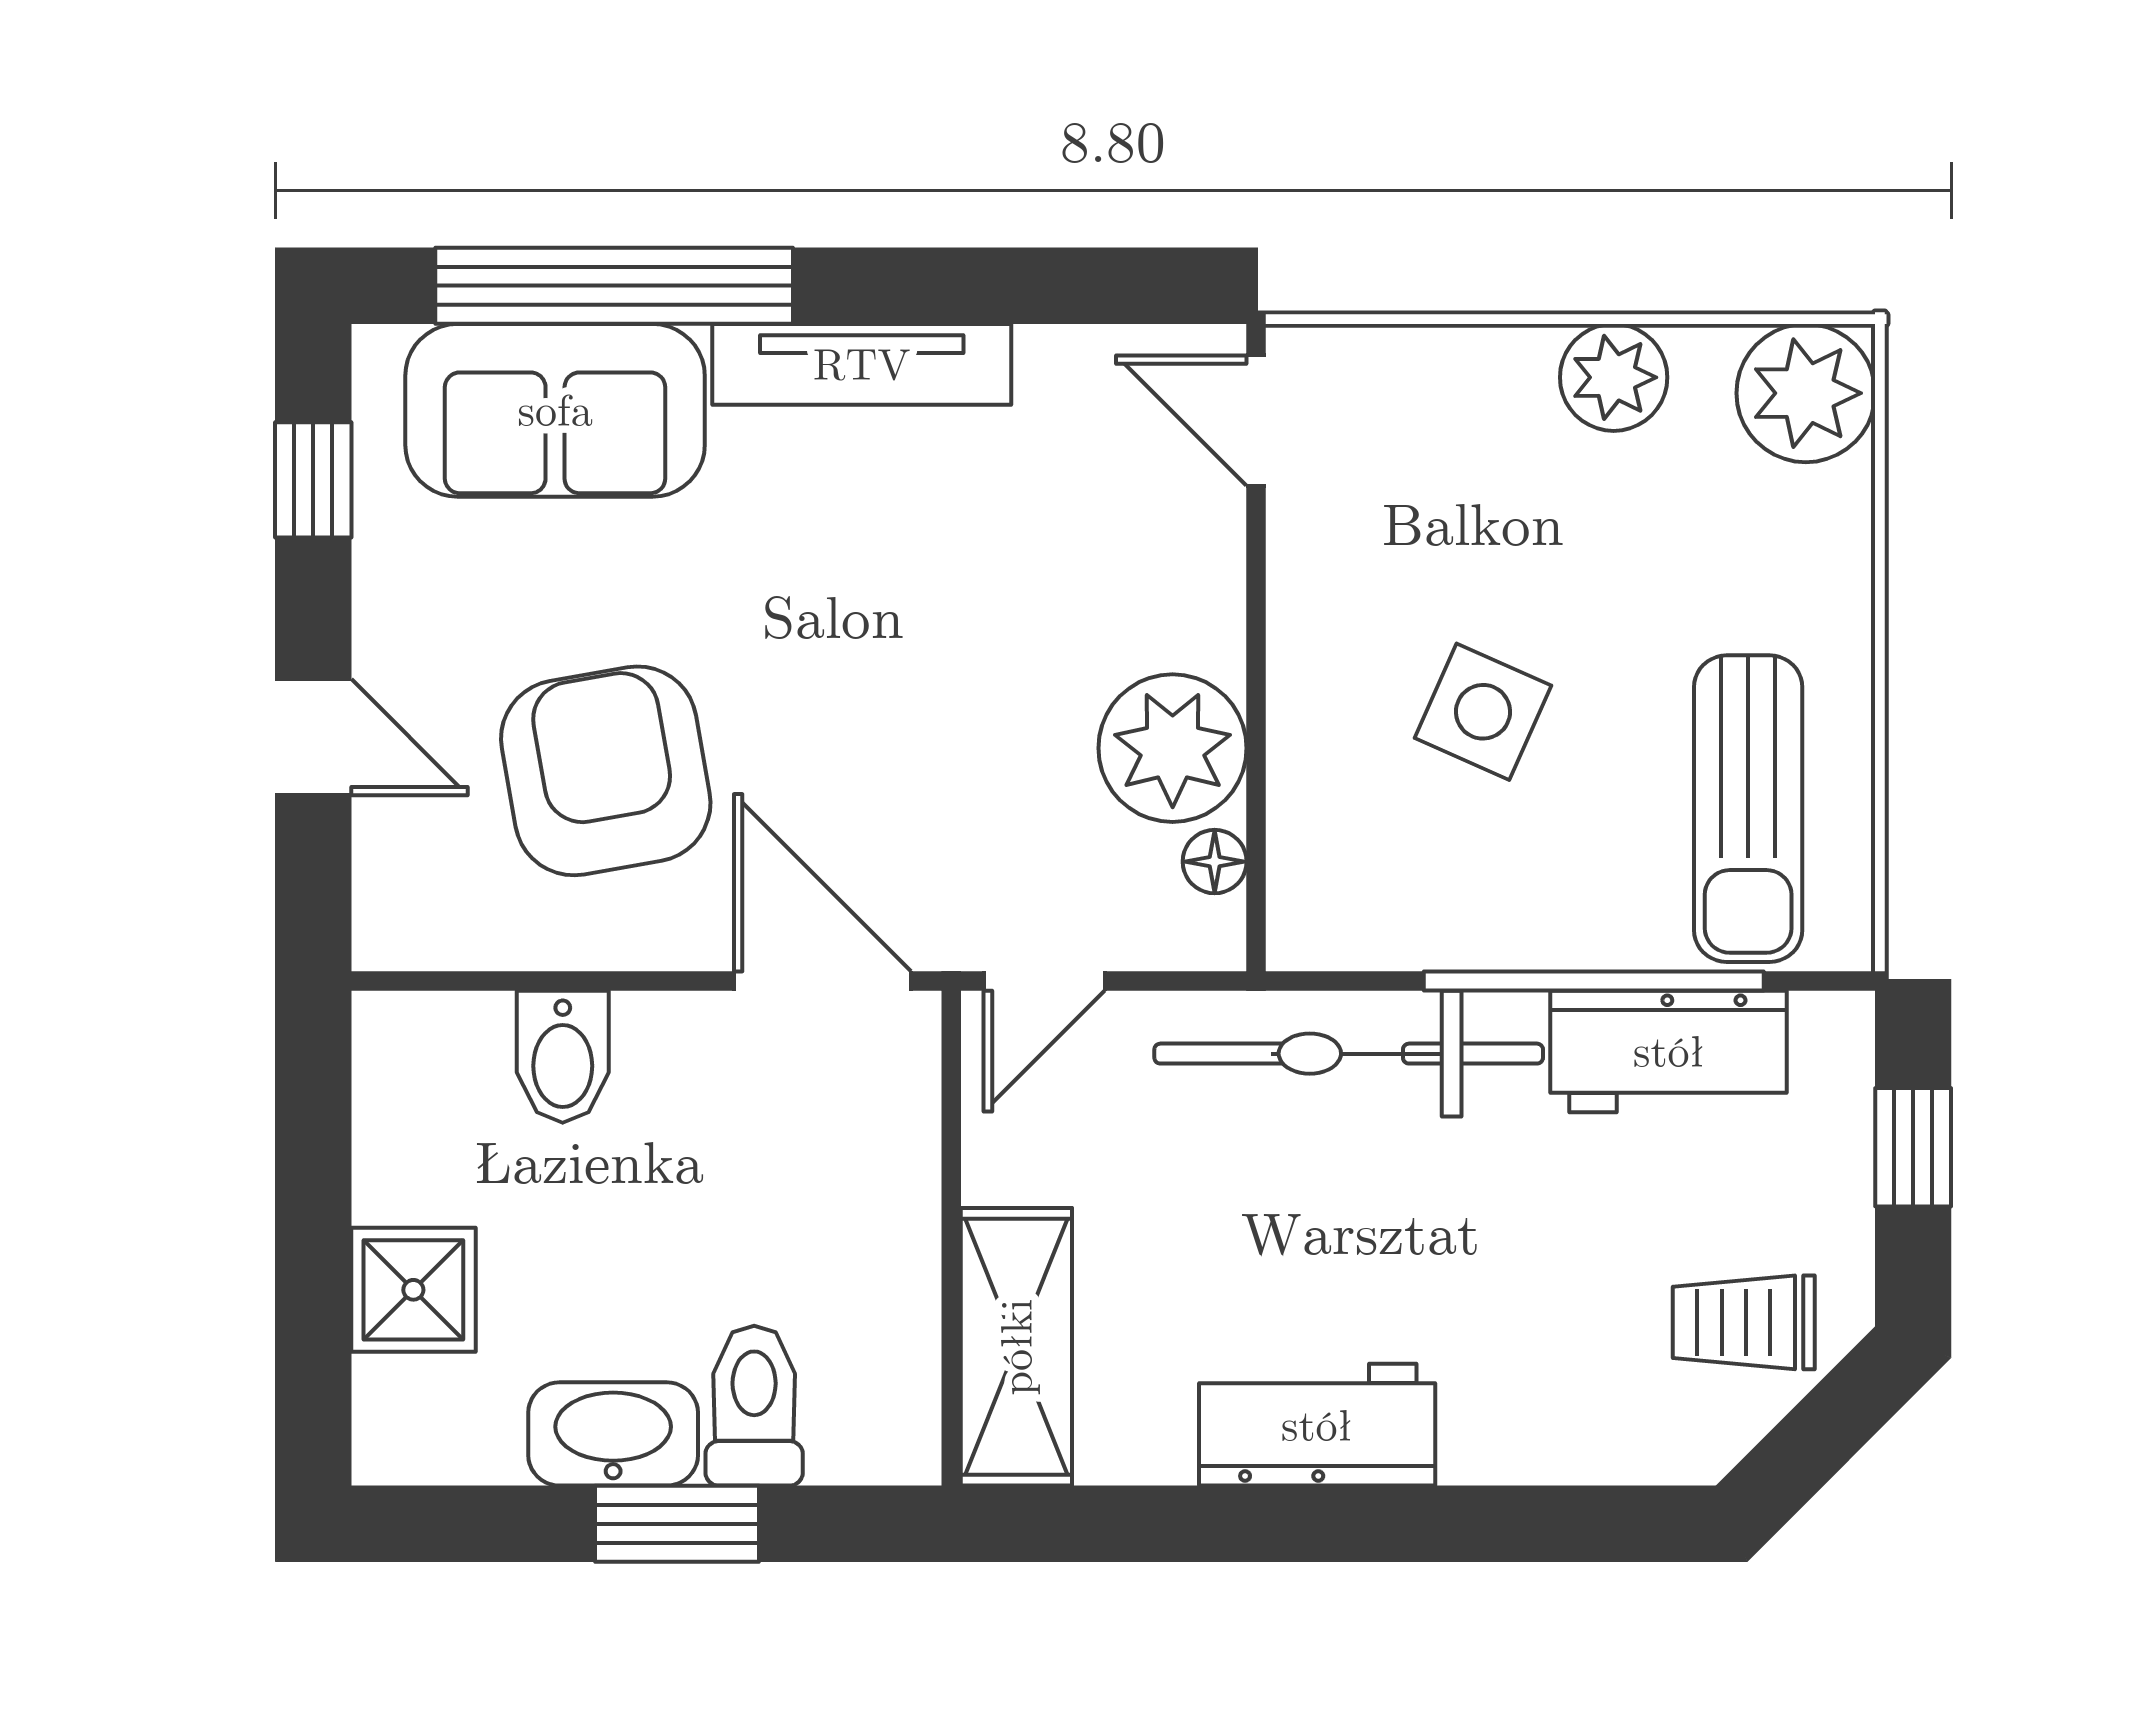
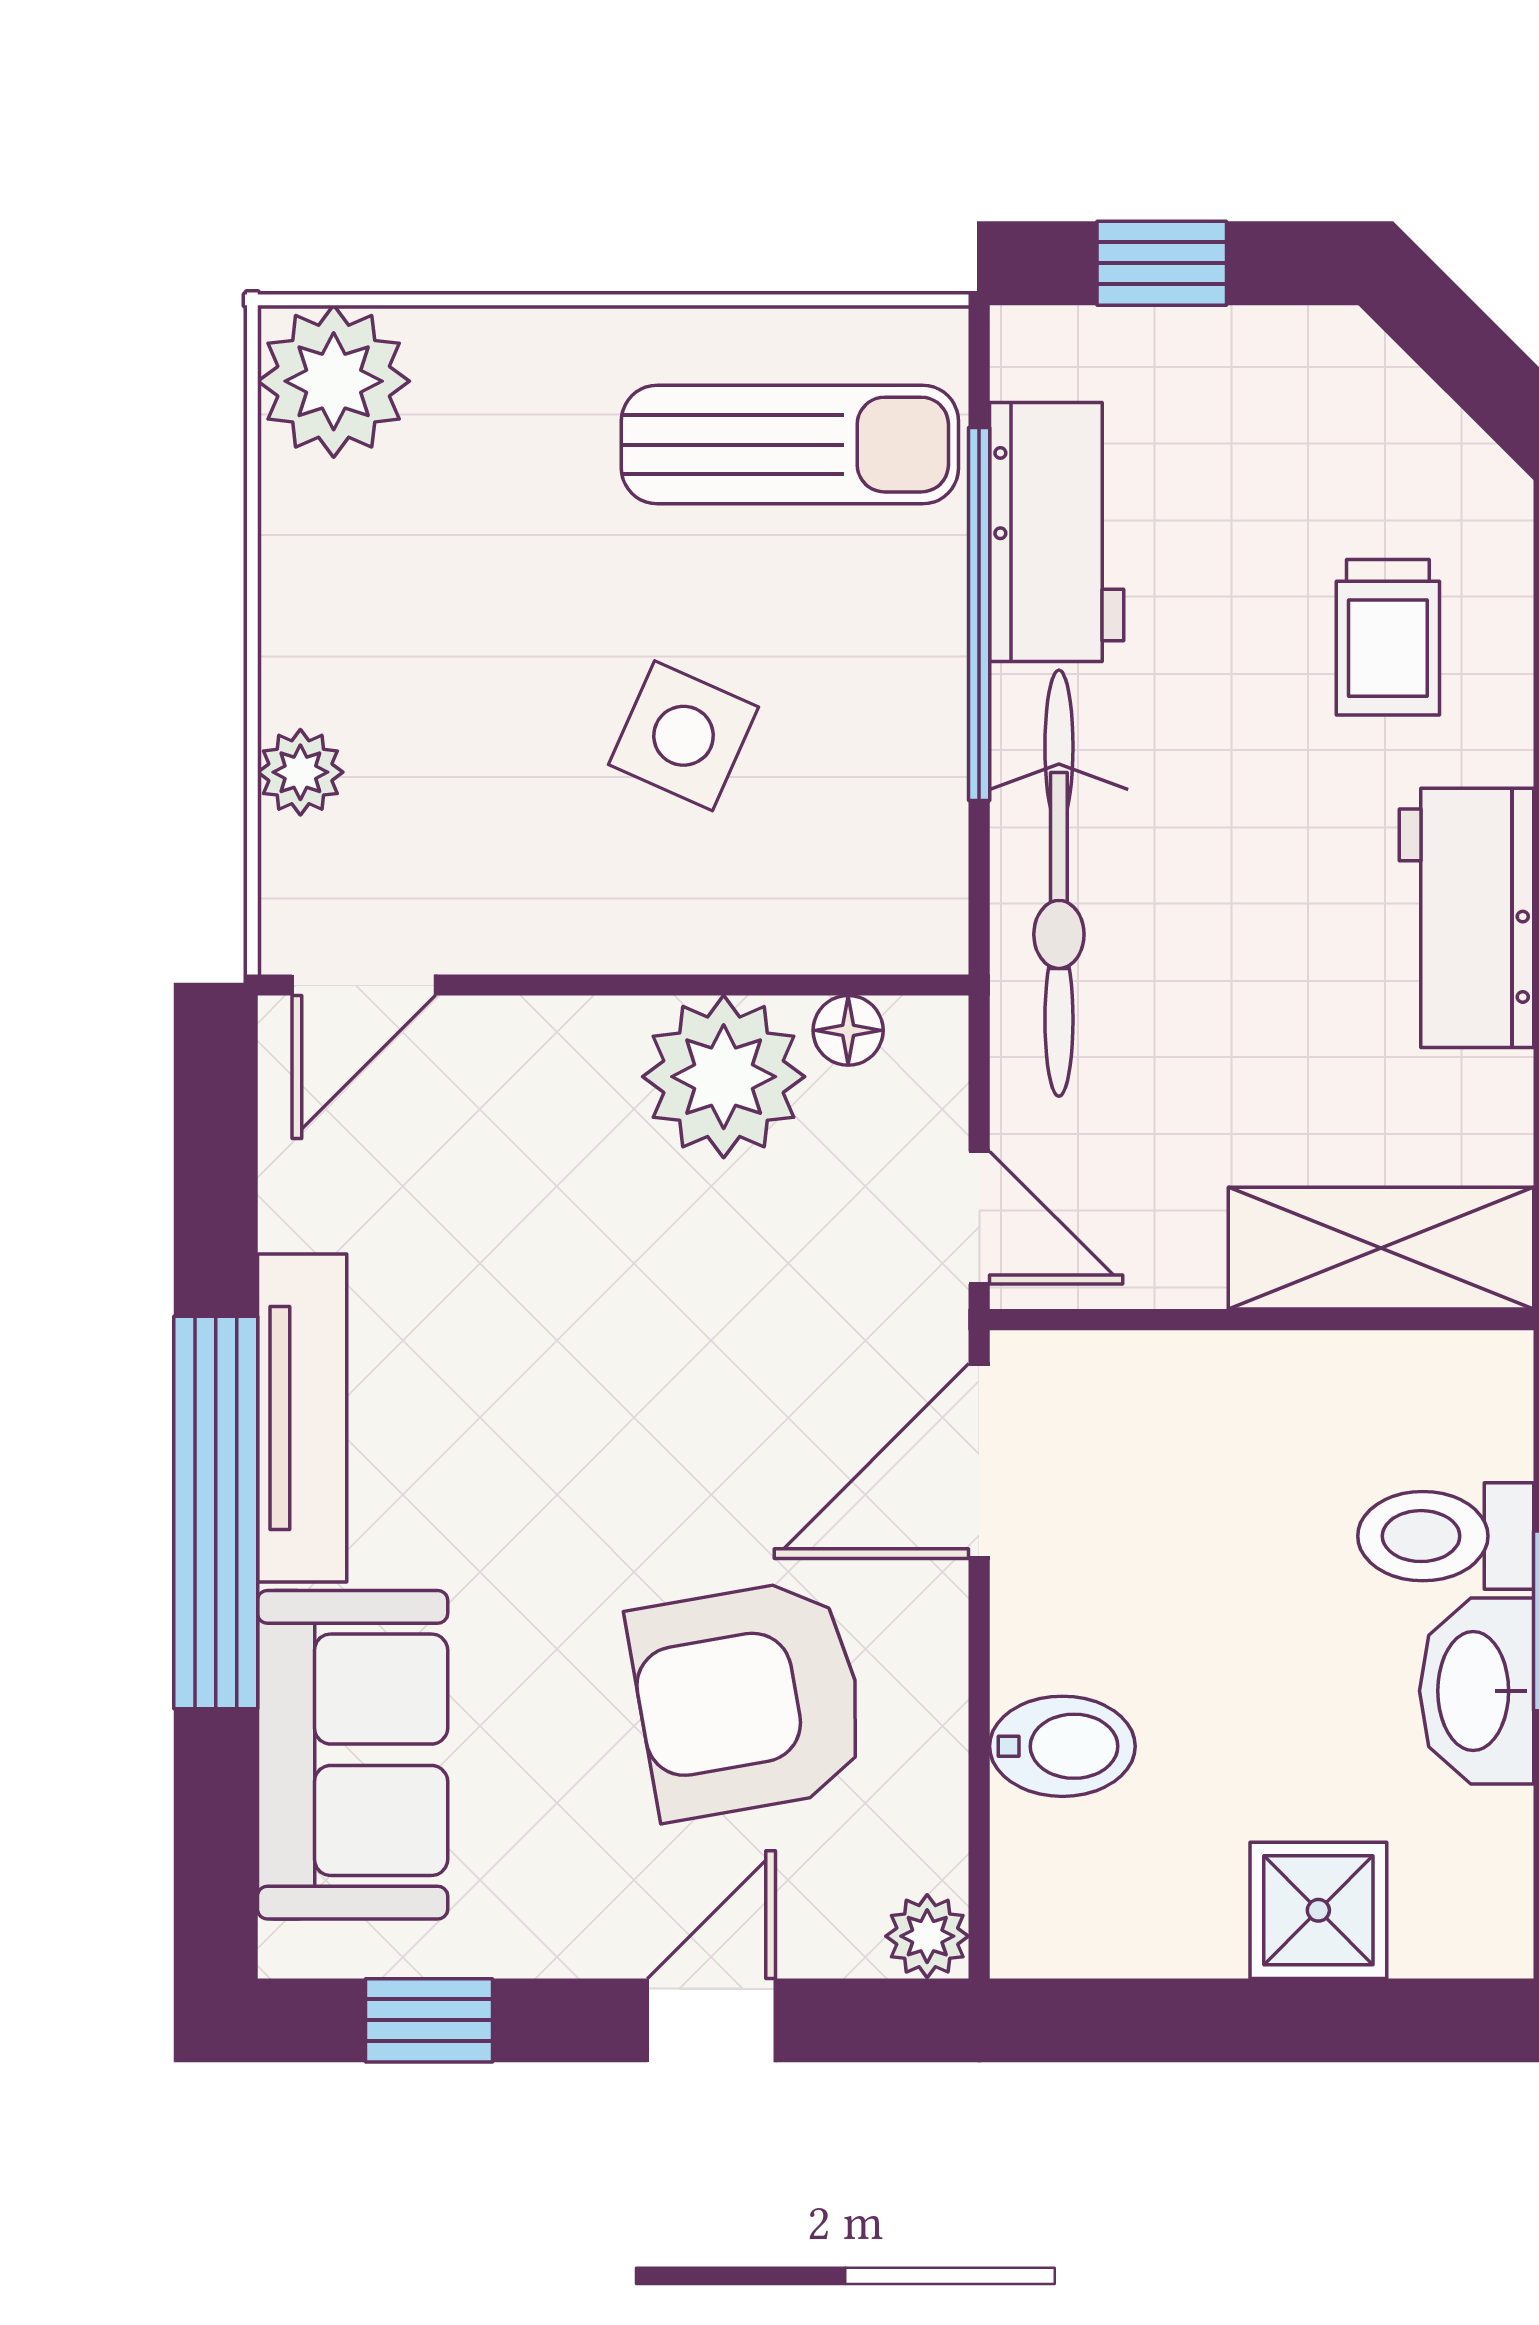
window: (614, 286) -> (216, 1512), moved
plant: (1614, 377) -> (300, 772), moved, width x0.73, depth x0.73
plant: (390, 934) -> (927, 1936), added
trolley: (1744, 1322) -> (1388, 637), moved

